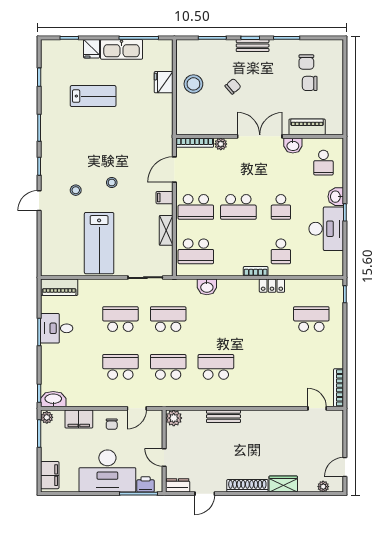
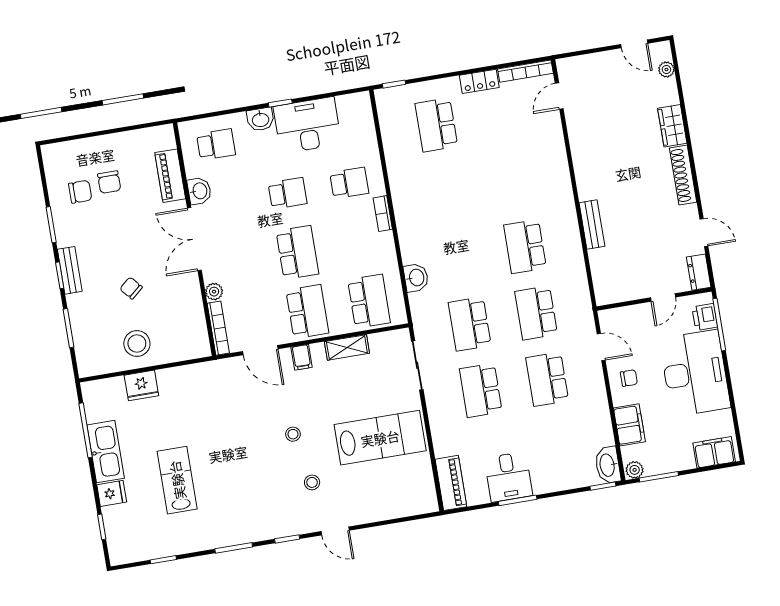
locker: (272, 286) -> (479, 81), moved, turned 90
plant: (174, 418) -> (606, 293), removed

